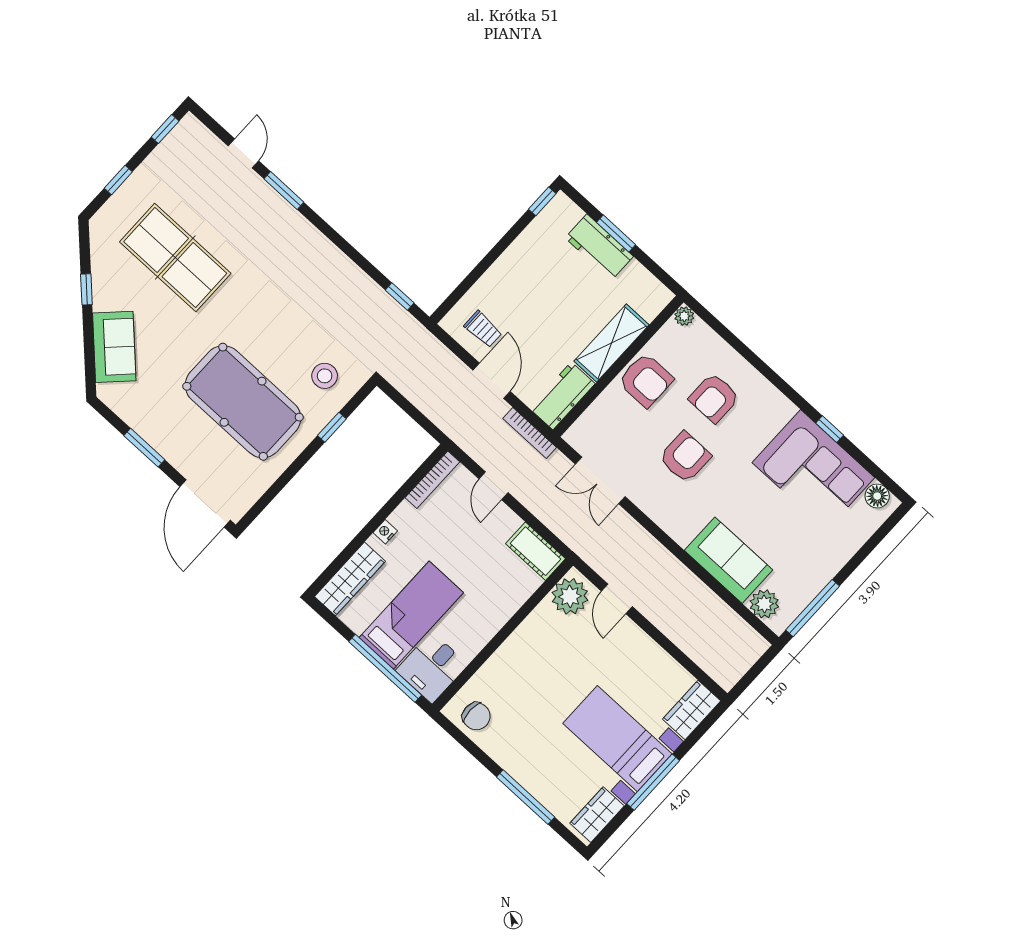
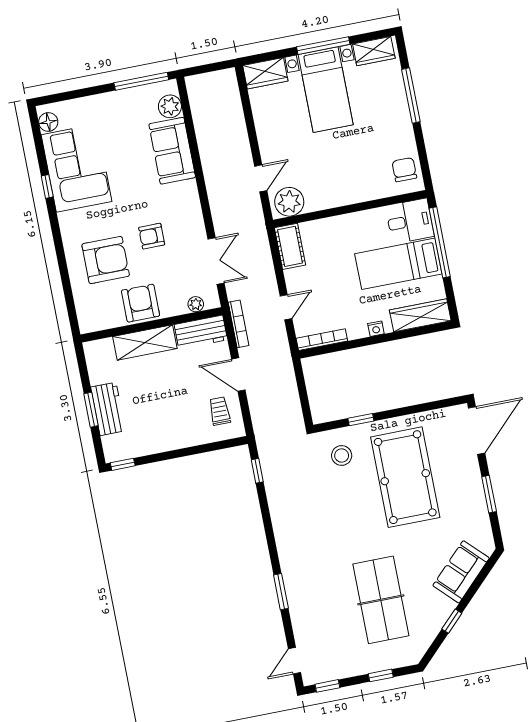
door: (243, 153) -> (294, 661), moved
plant: (684, 316) -> (196, 304), moved
door: (492, 381) -> (238, 375), hinge flipped
armchair: (714, 398) -> (106, 260), width x1.36, depth x1.36
armchair: (685, 457) -> (152, 236), width x0.72, depth x0.72

